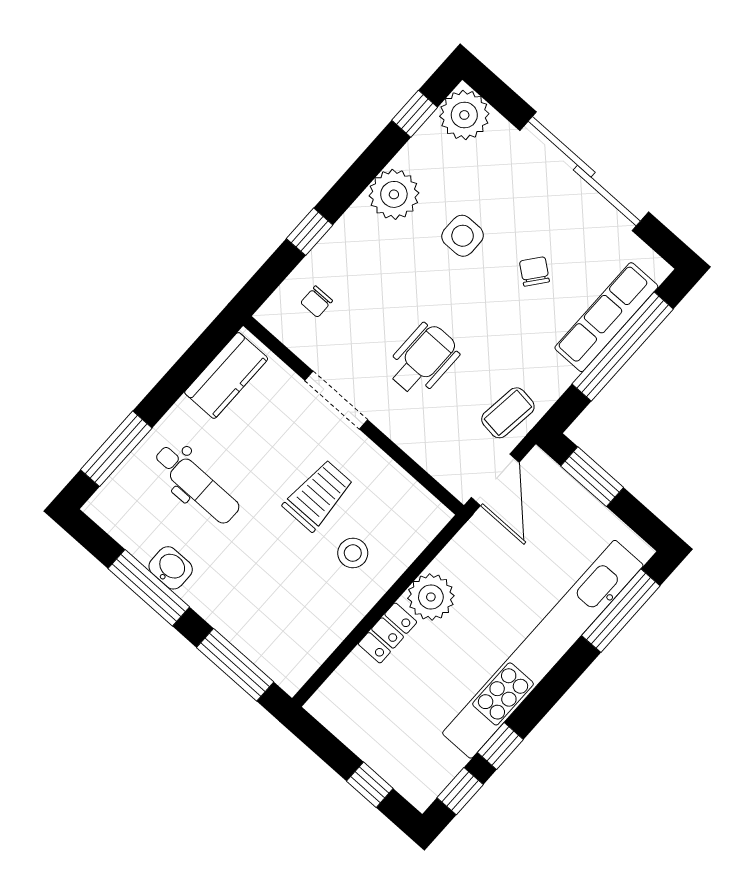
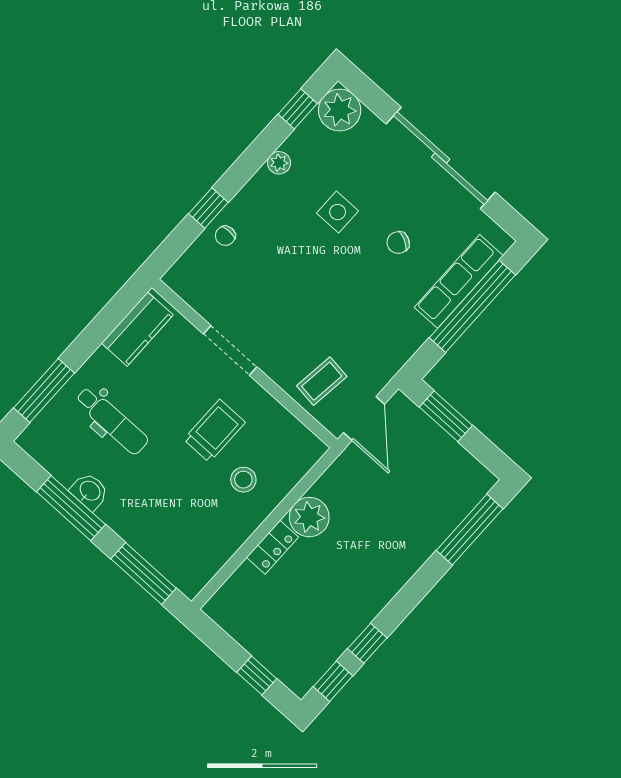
plant: (394, 194) -> (279, 163), width x0.53, depth x0.53
chair: (534, 271) -> (398, 243), turned -100
chair: (317, 302) -> (225, 236), moved
wheelchair: (423, 359) -> (304, 316), removed
coffee table: (508, 413) -> (322, 381), moved
kitchen unit: (543, 649) -> (404, 562), removed

